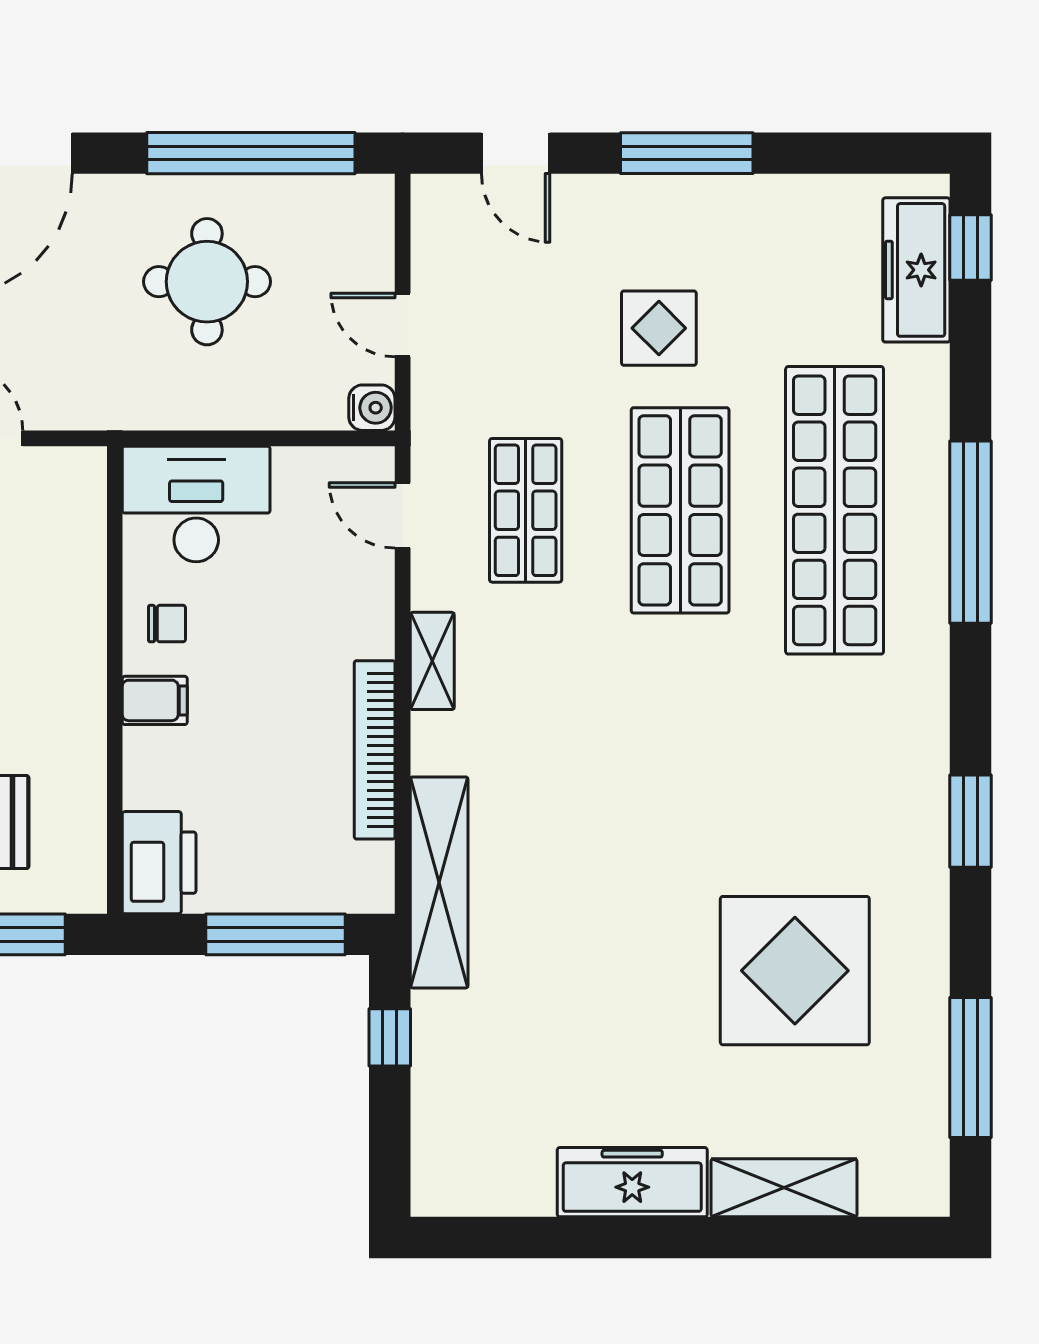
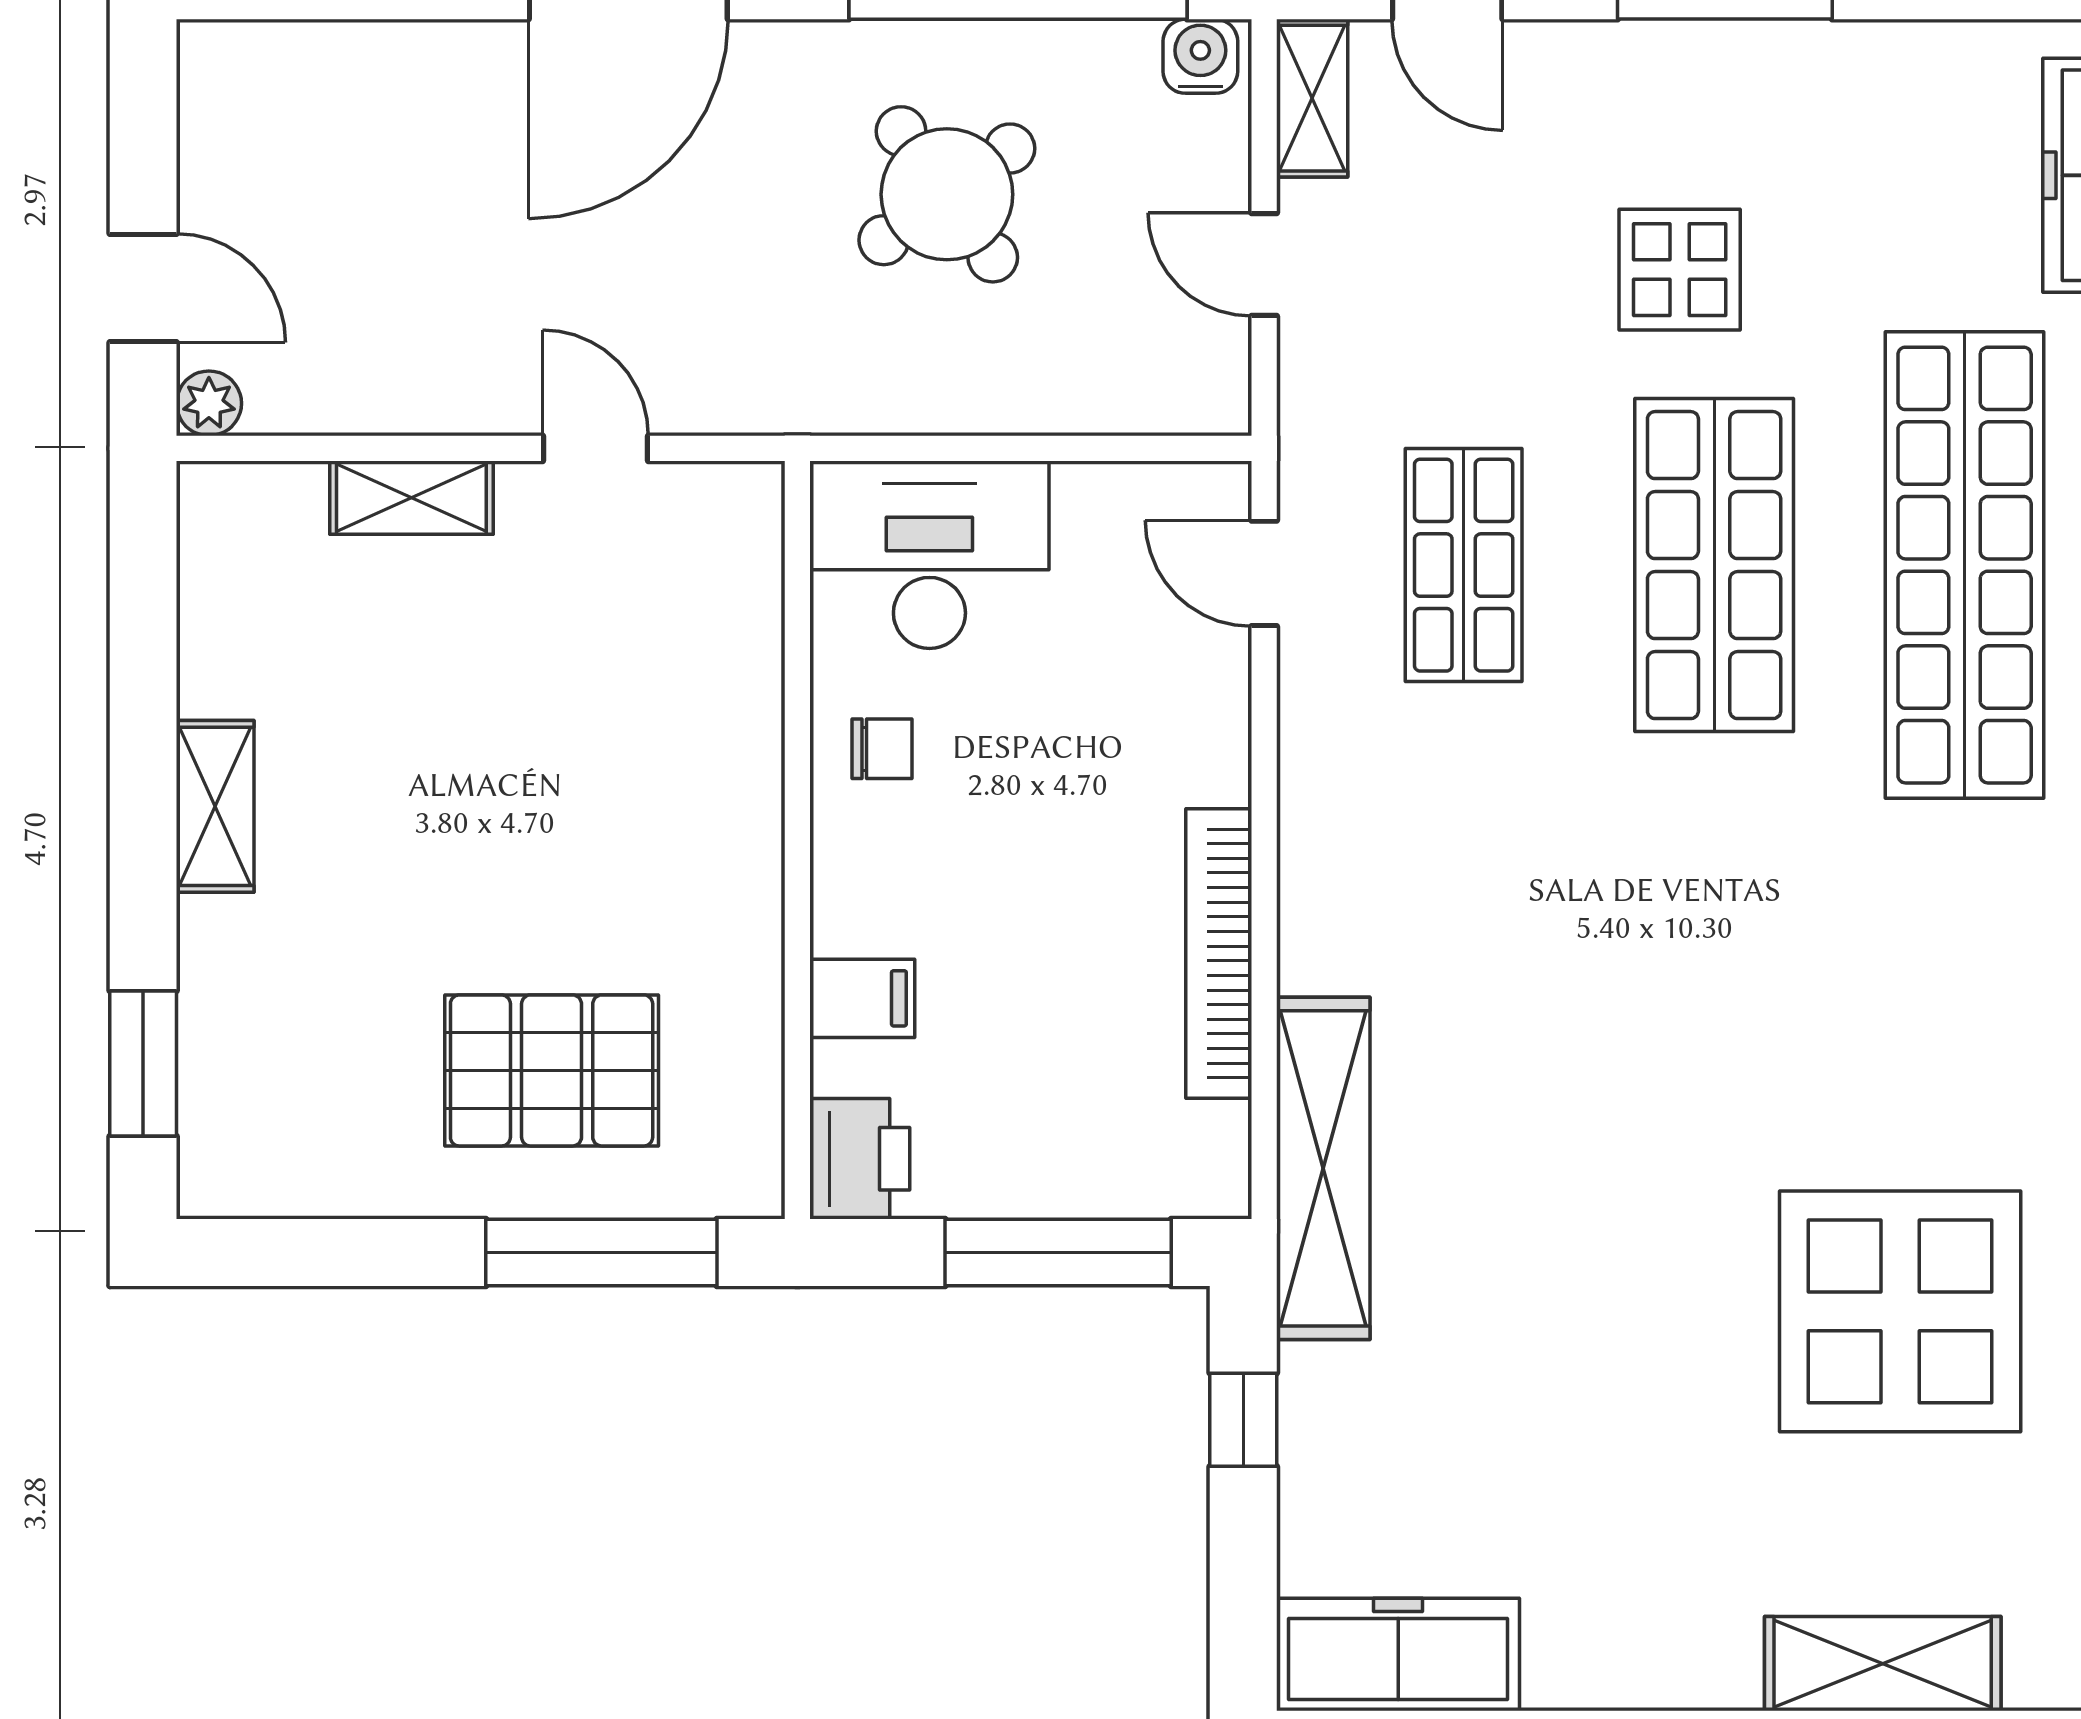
round table: (207, 282) -> (947, 194), turned -36
water cooler: (372, 408) -> (1200, 56), moved, turned -90
shelving: (432, 661) -> (1312, 98), moved
filing cabinet: (155, 700) -> (862, 998), moved
printer: (159, 863) -> (860, 1159), width x0.73, depth x0.84
freezer: (632, 1182) -> (1398, 1655), moved

